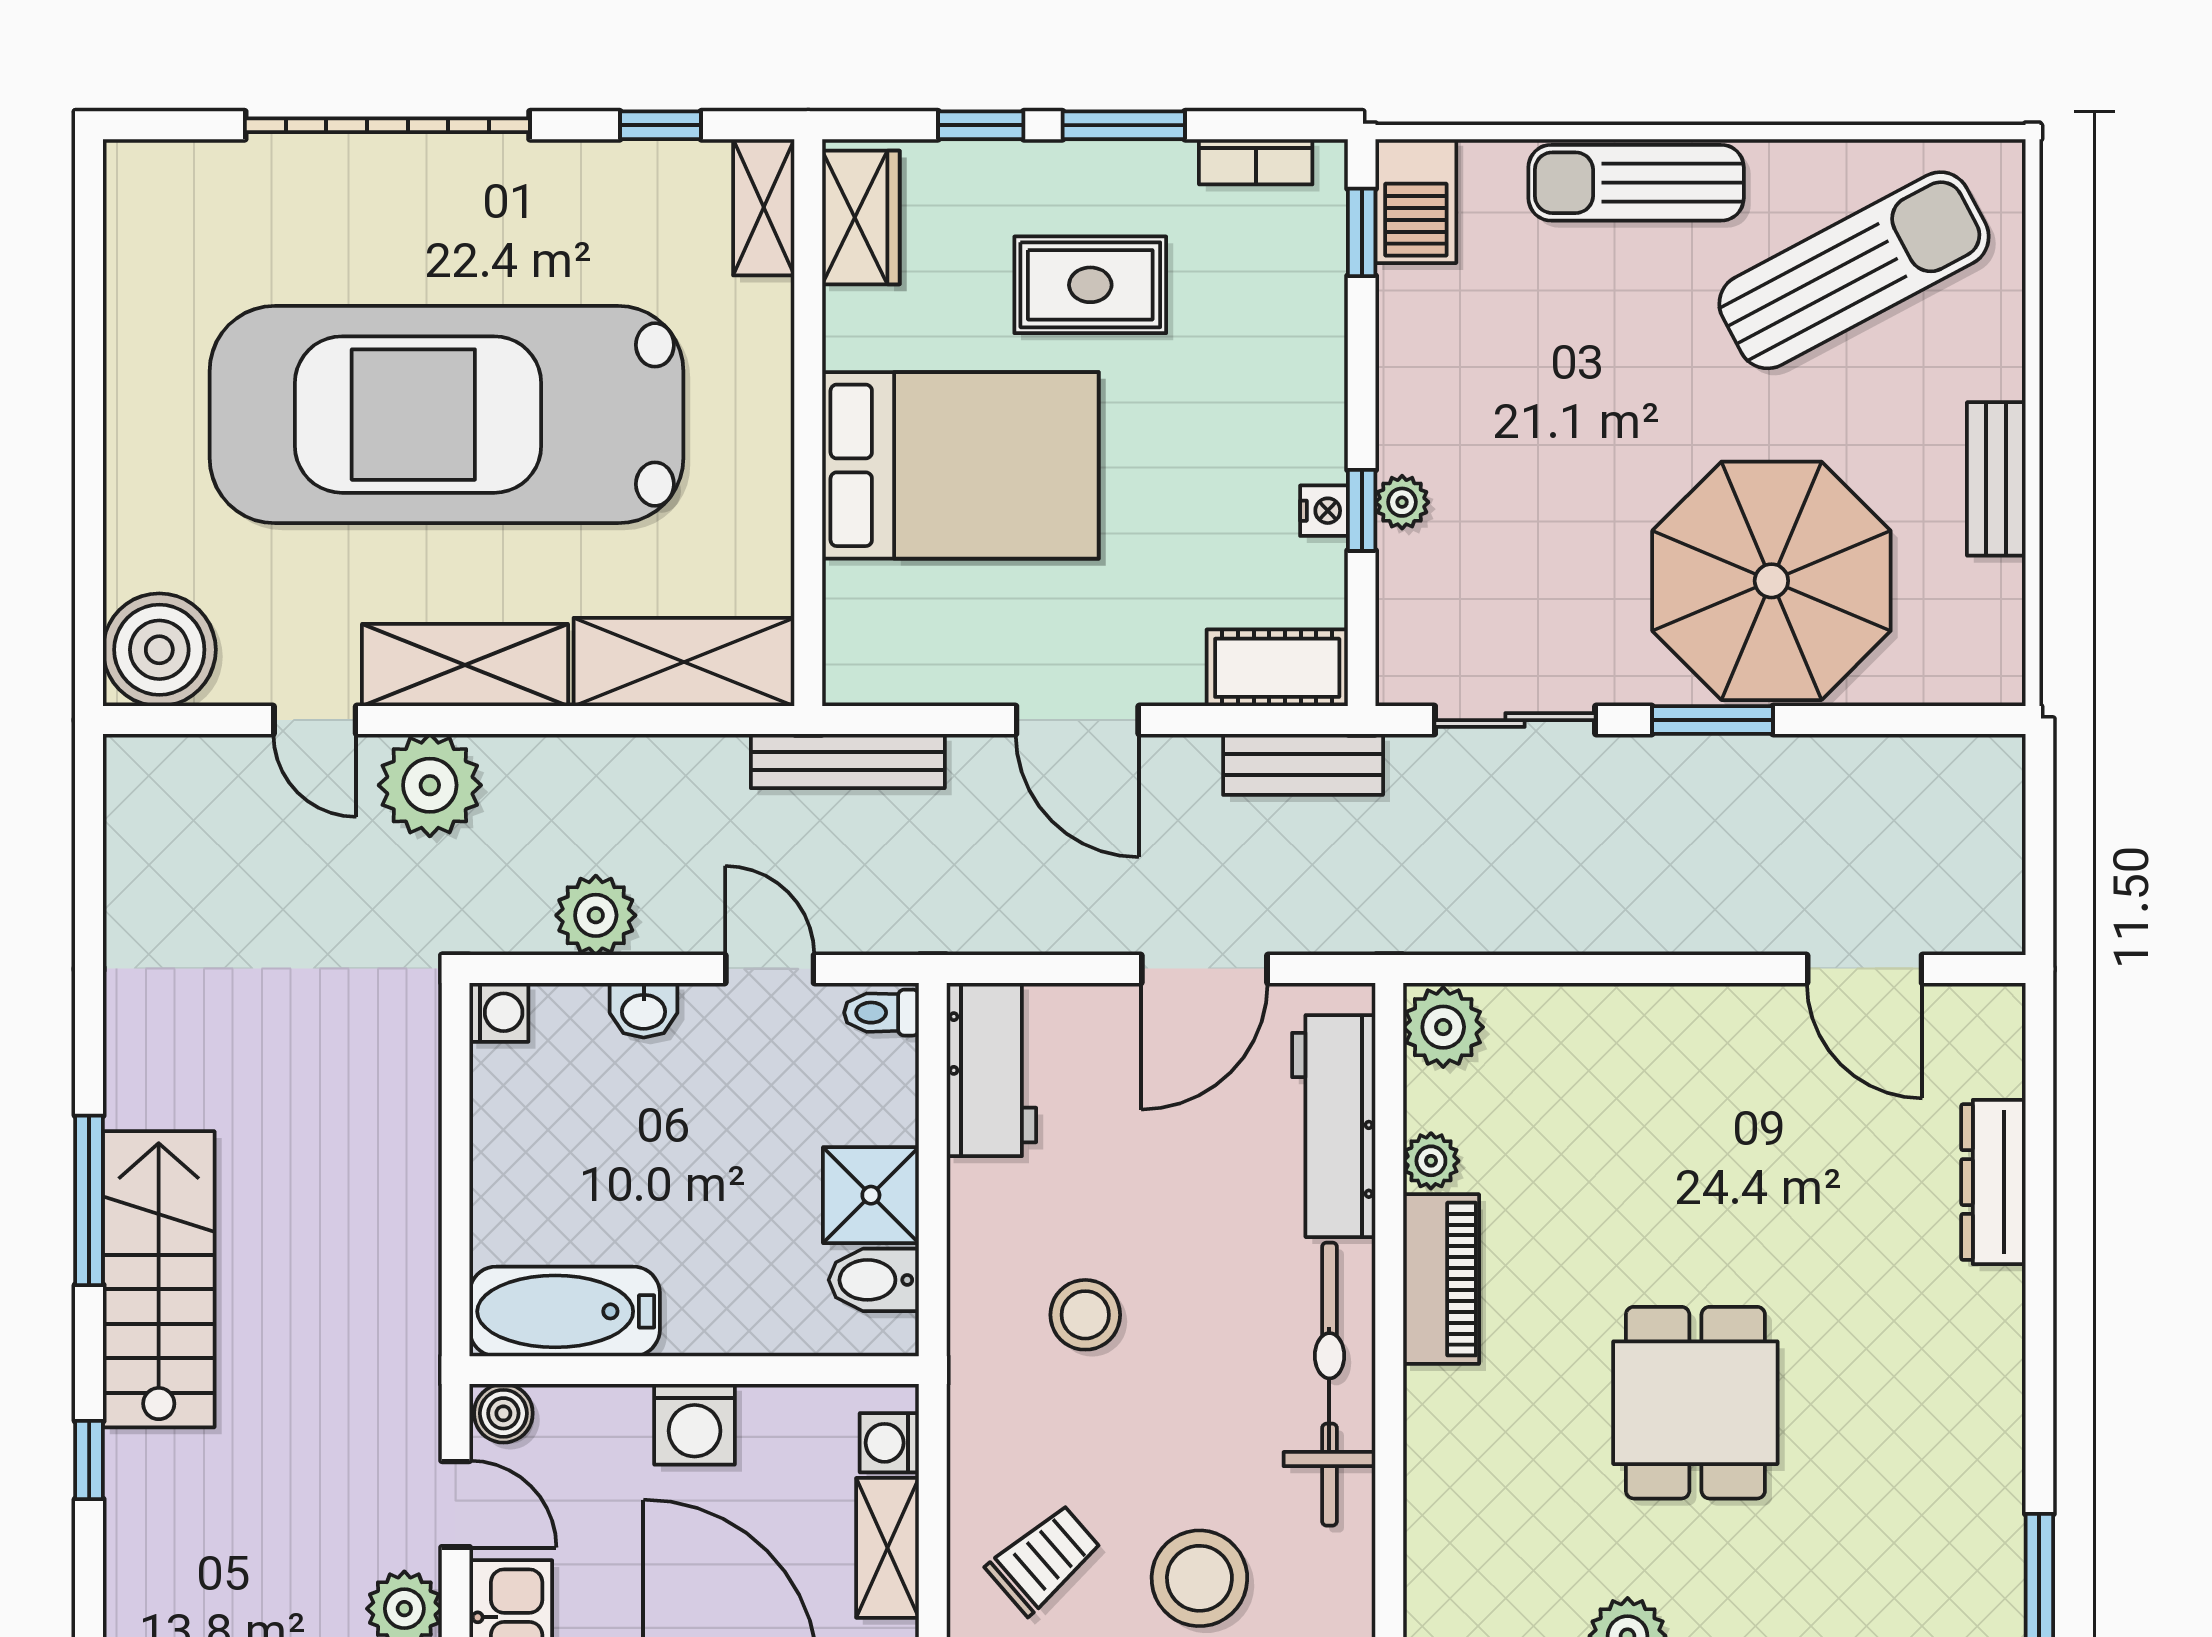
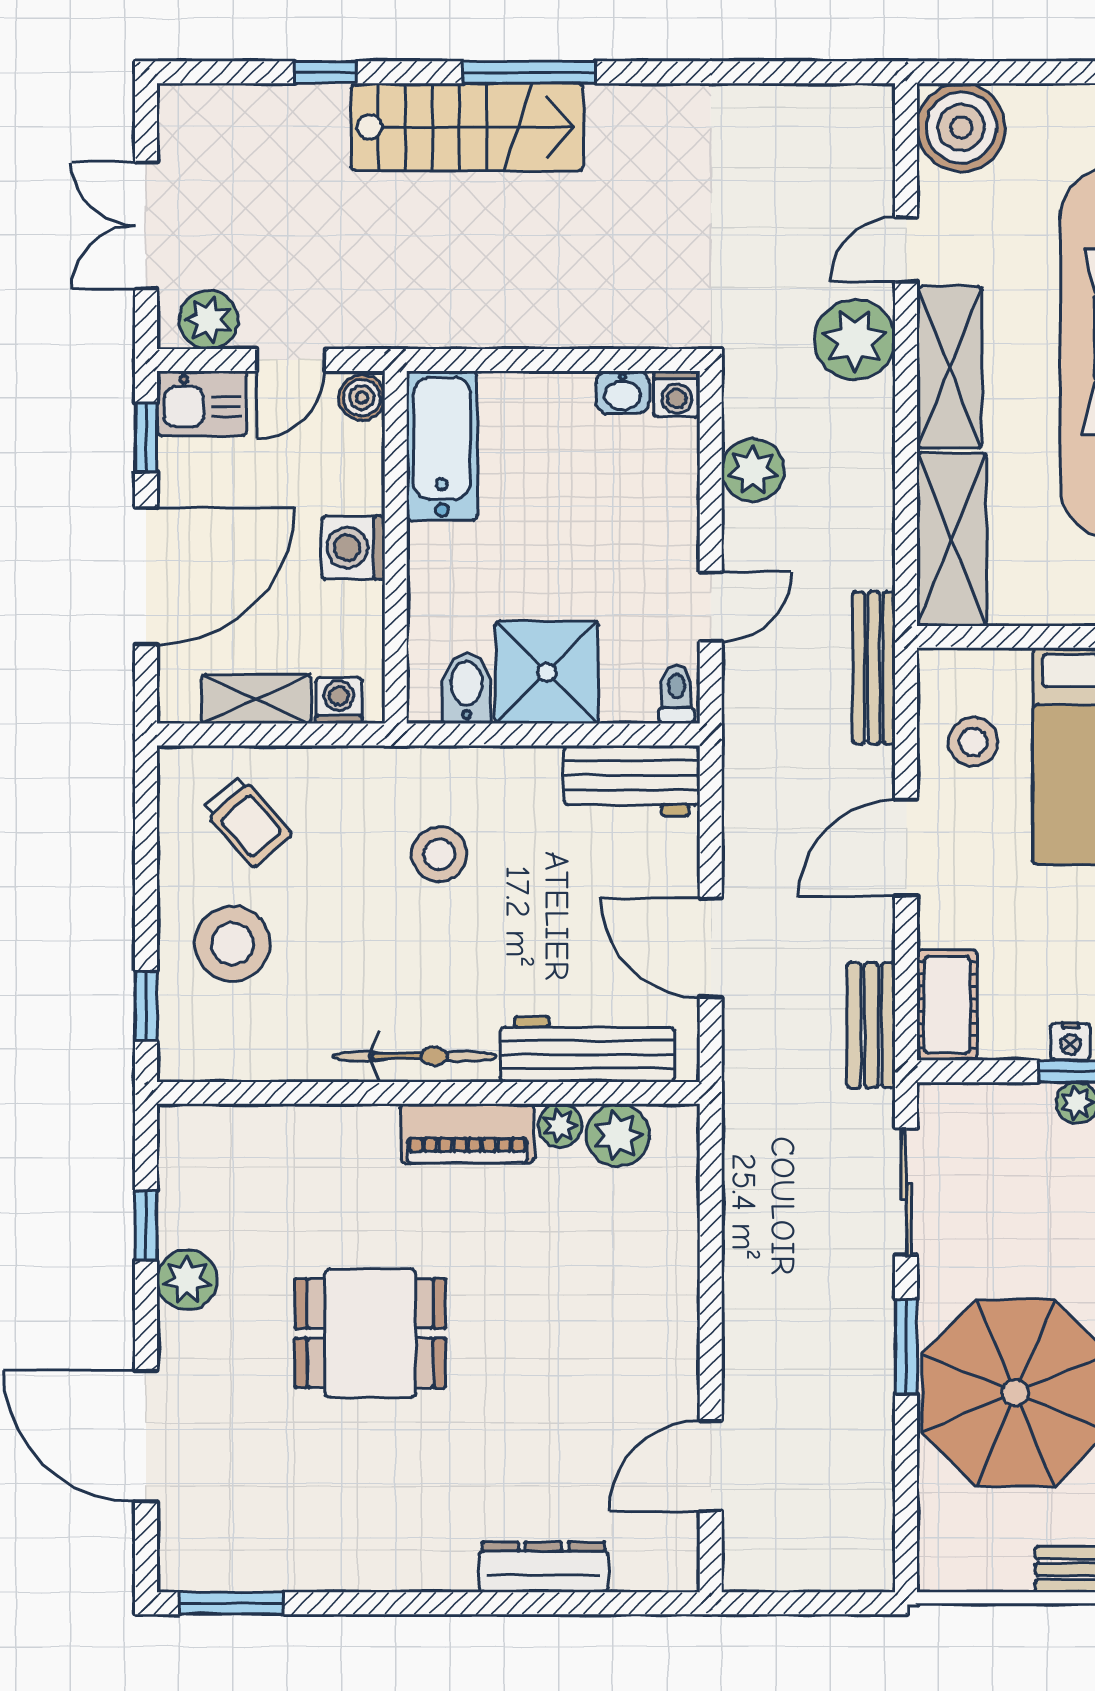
stool: (942, 635) -> (973, 742), added
washbasin: (644, 1010) -> (623, 392), moved, turned -90
plant: (1443, 1027) -> (618, 1135), moved
shower: (871, 1195) -> (547, 672), width x1.36, depth x1.36
bicycle: (1329, 1384) -> (415, 1056), width x0.73, depth x0.71

